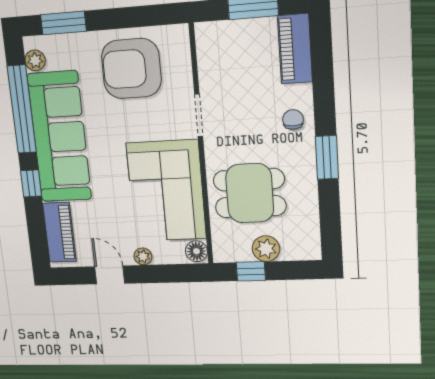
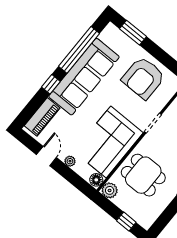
plant: (35, 60) -> (106, 36), removed
armchair: (131, 69) -> (143, 78), turned -90
plant: (266, 249) -> (110, 190), moved
window: (251, 271) -> (126, 221), moved

